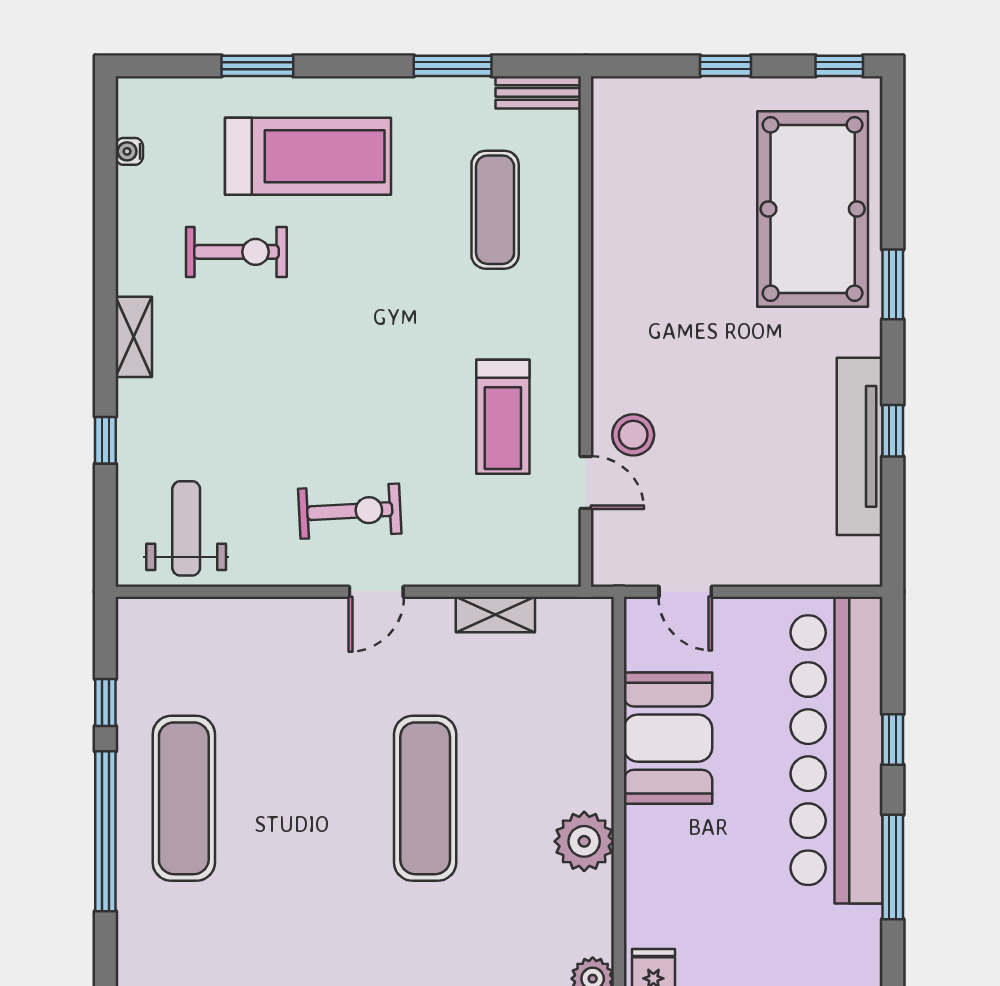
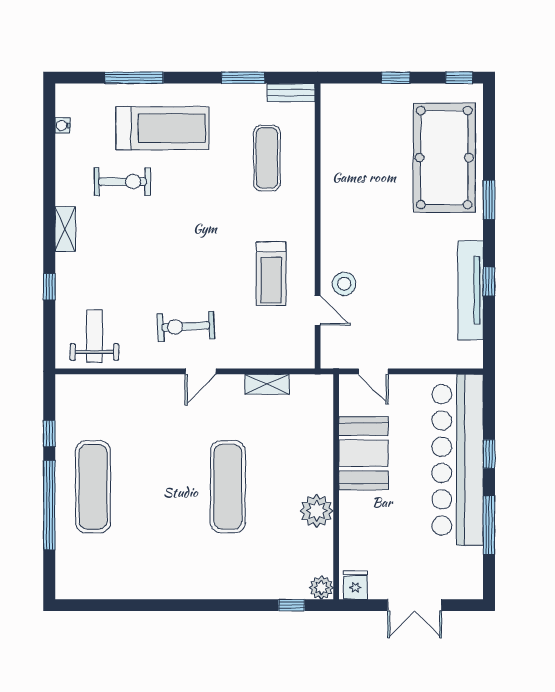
window: (257, 66) -> (134, 78), width x1.44
exercise bike: (350, 511) -> (186, 326), turned 180

